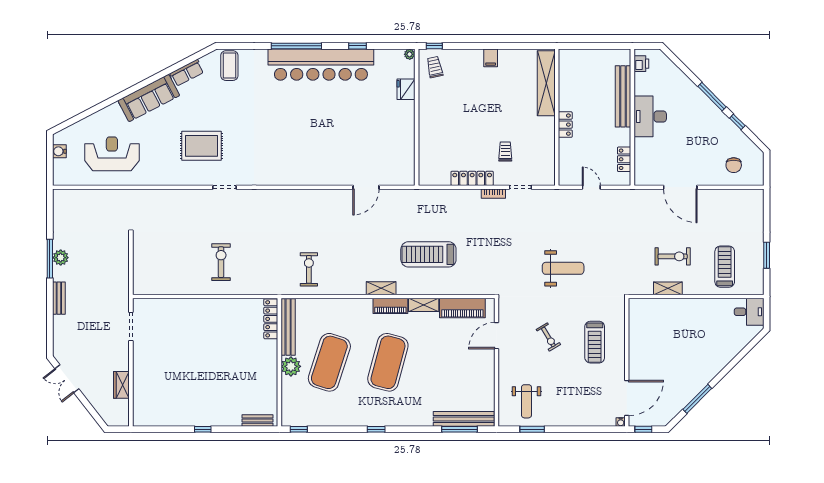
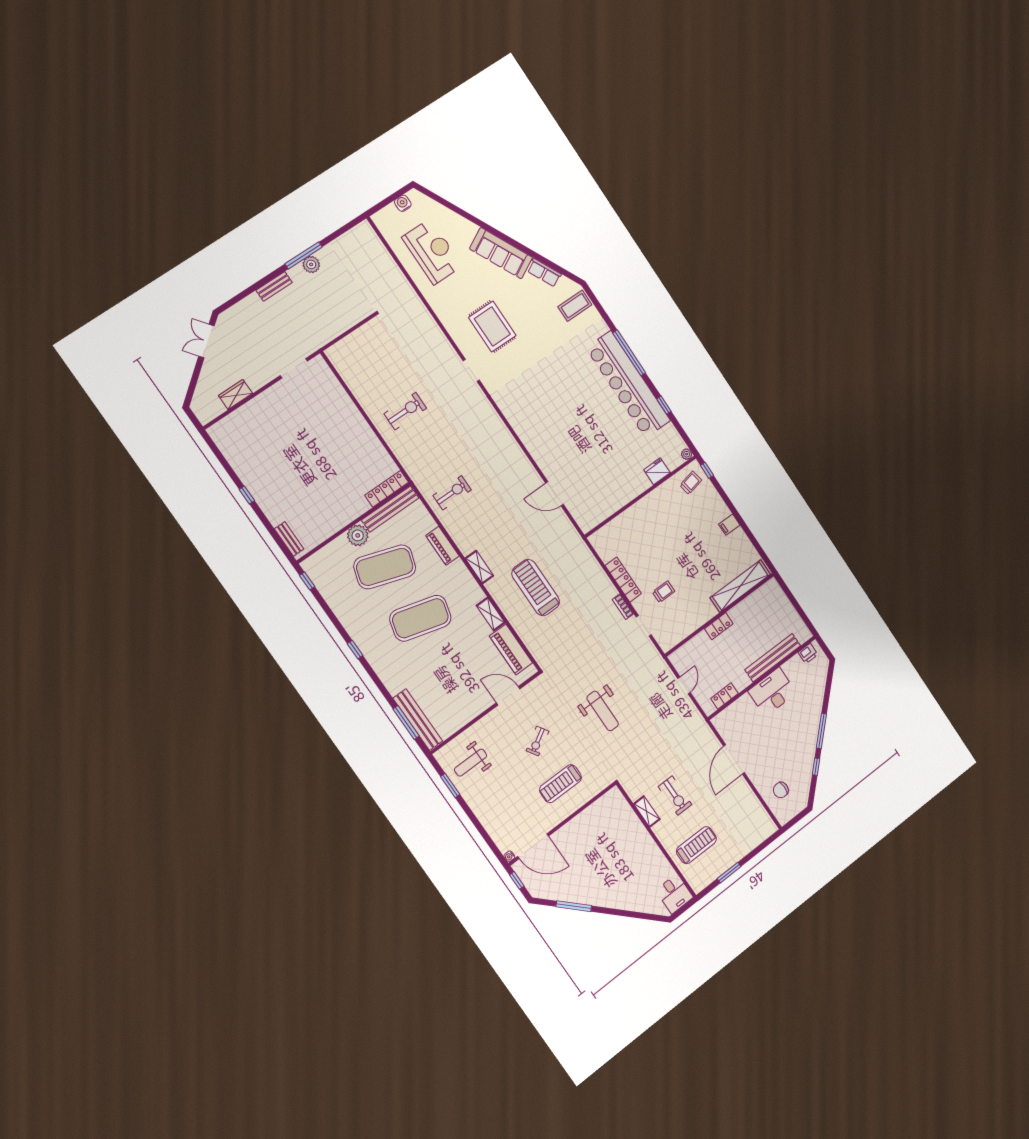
piano: (390, 306) -> (442, 546), moved

